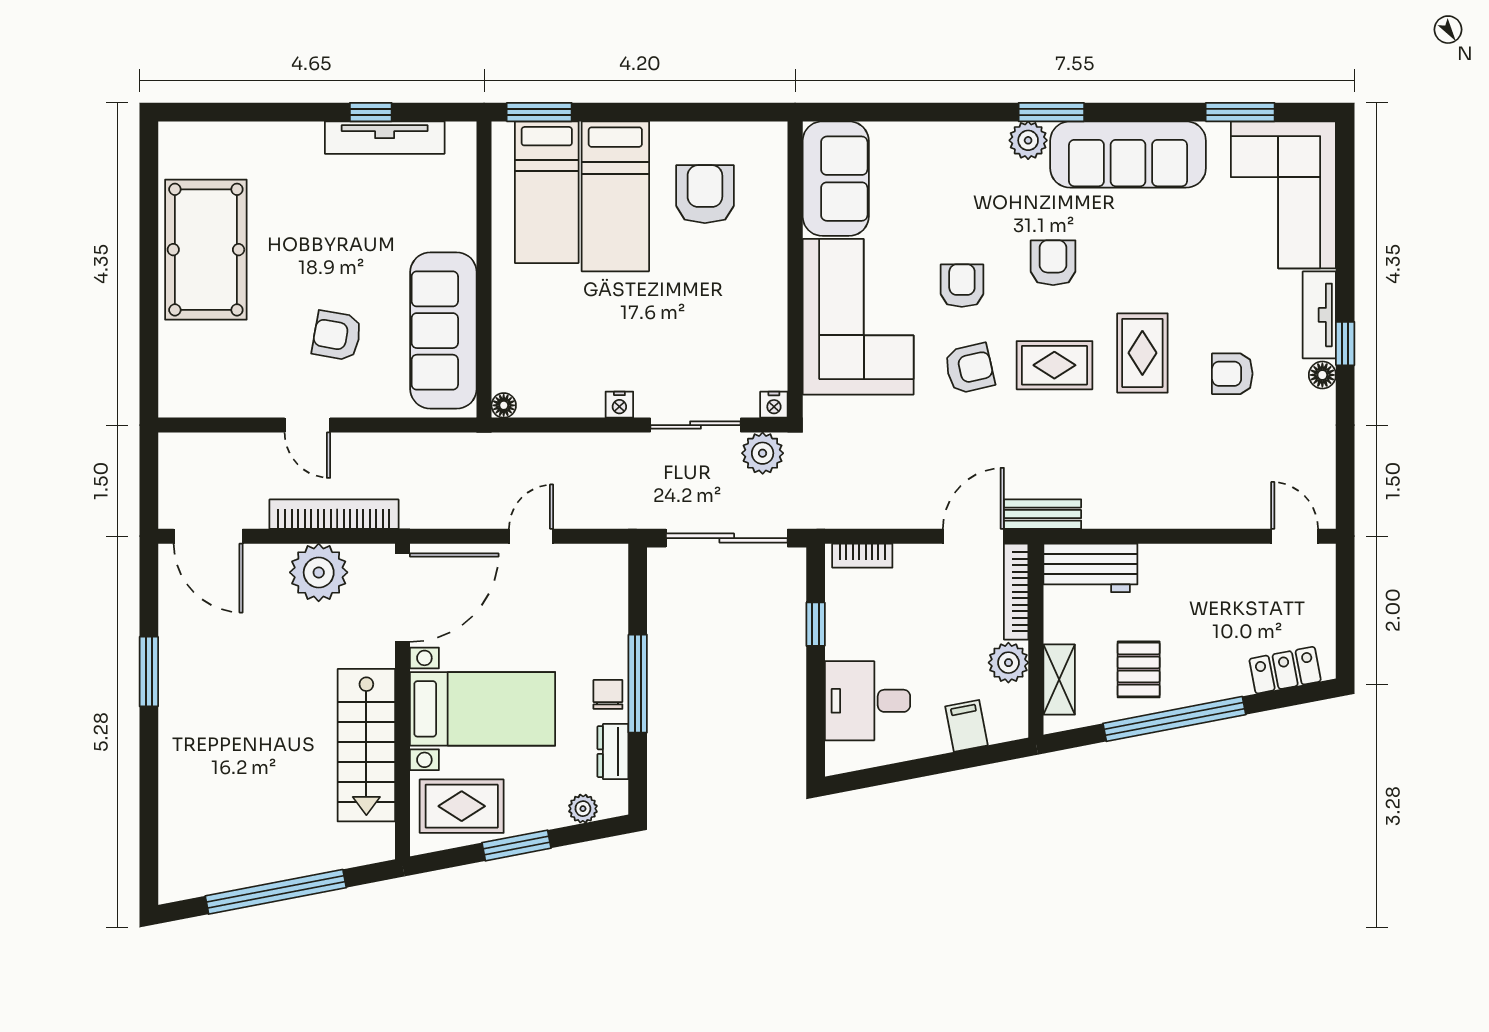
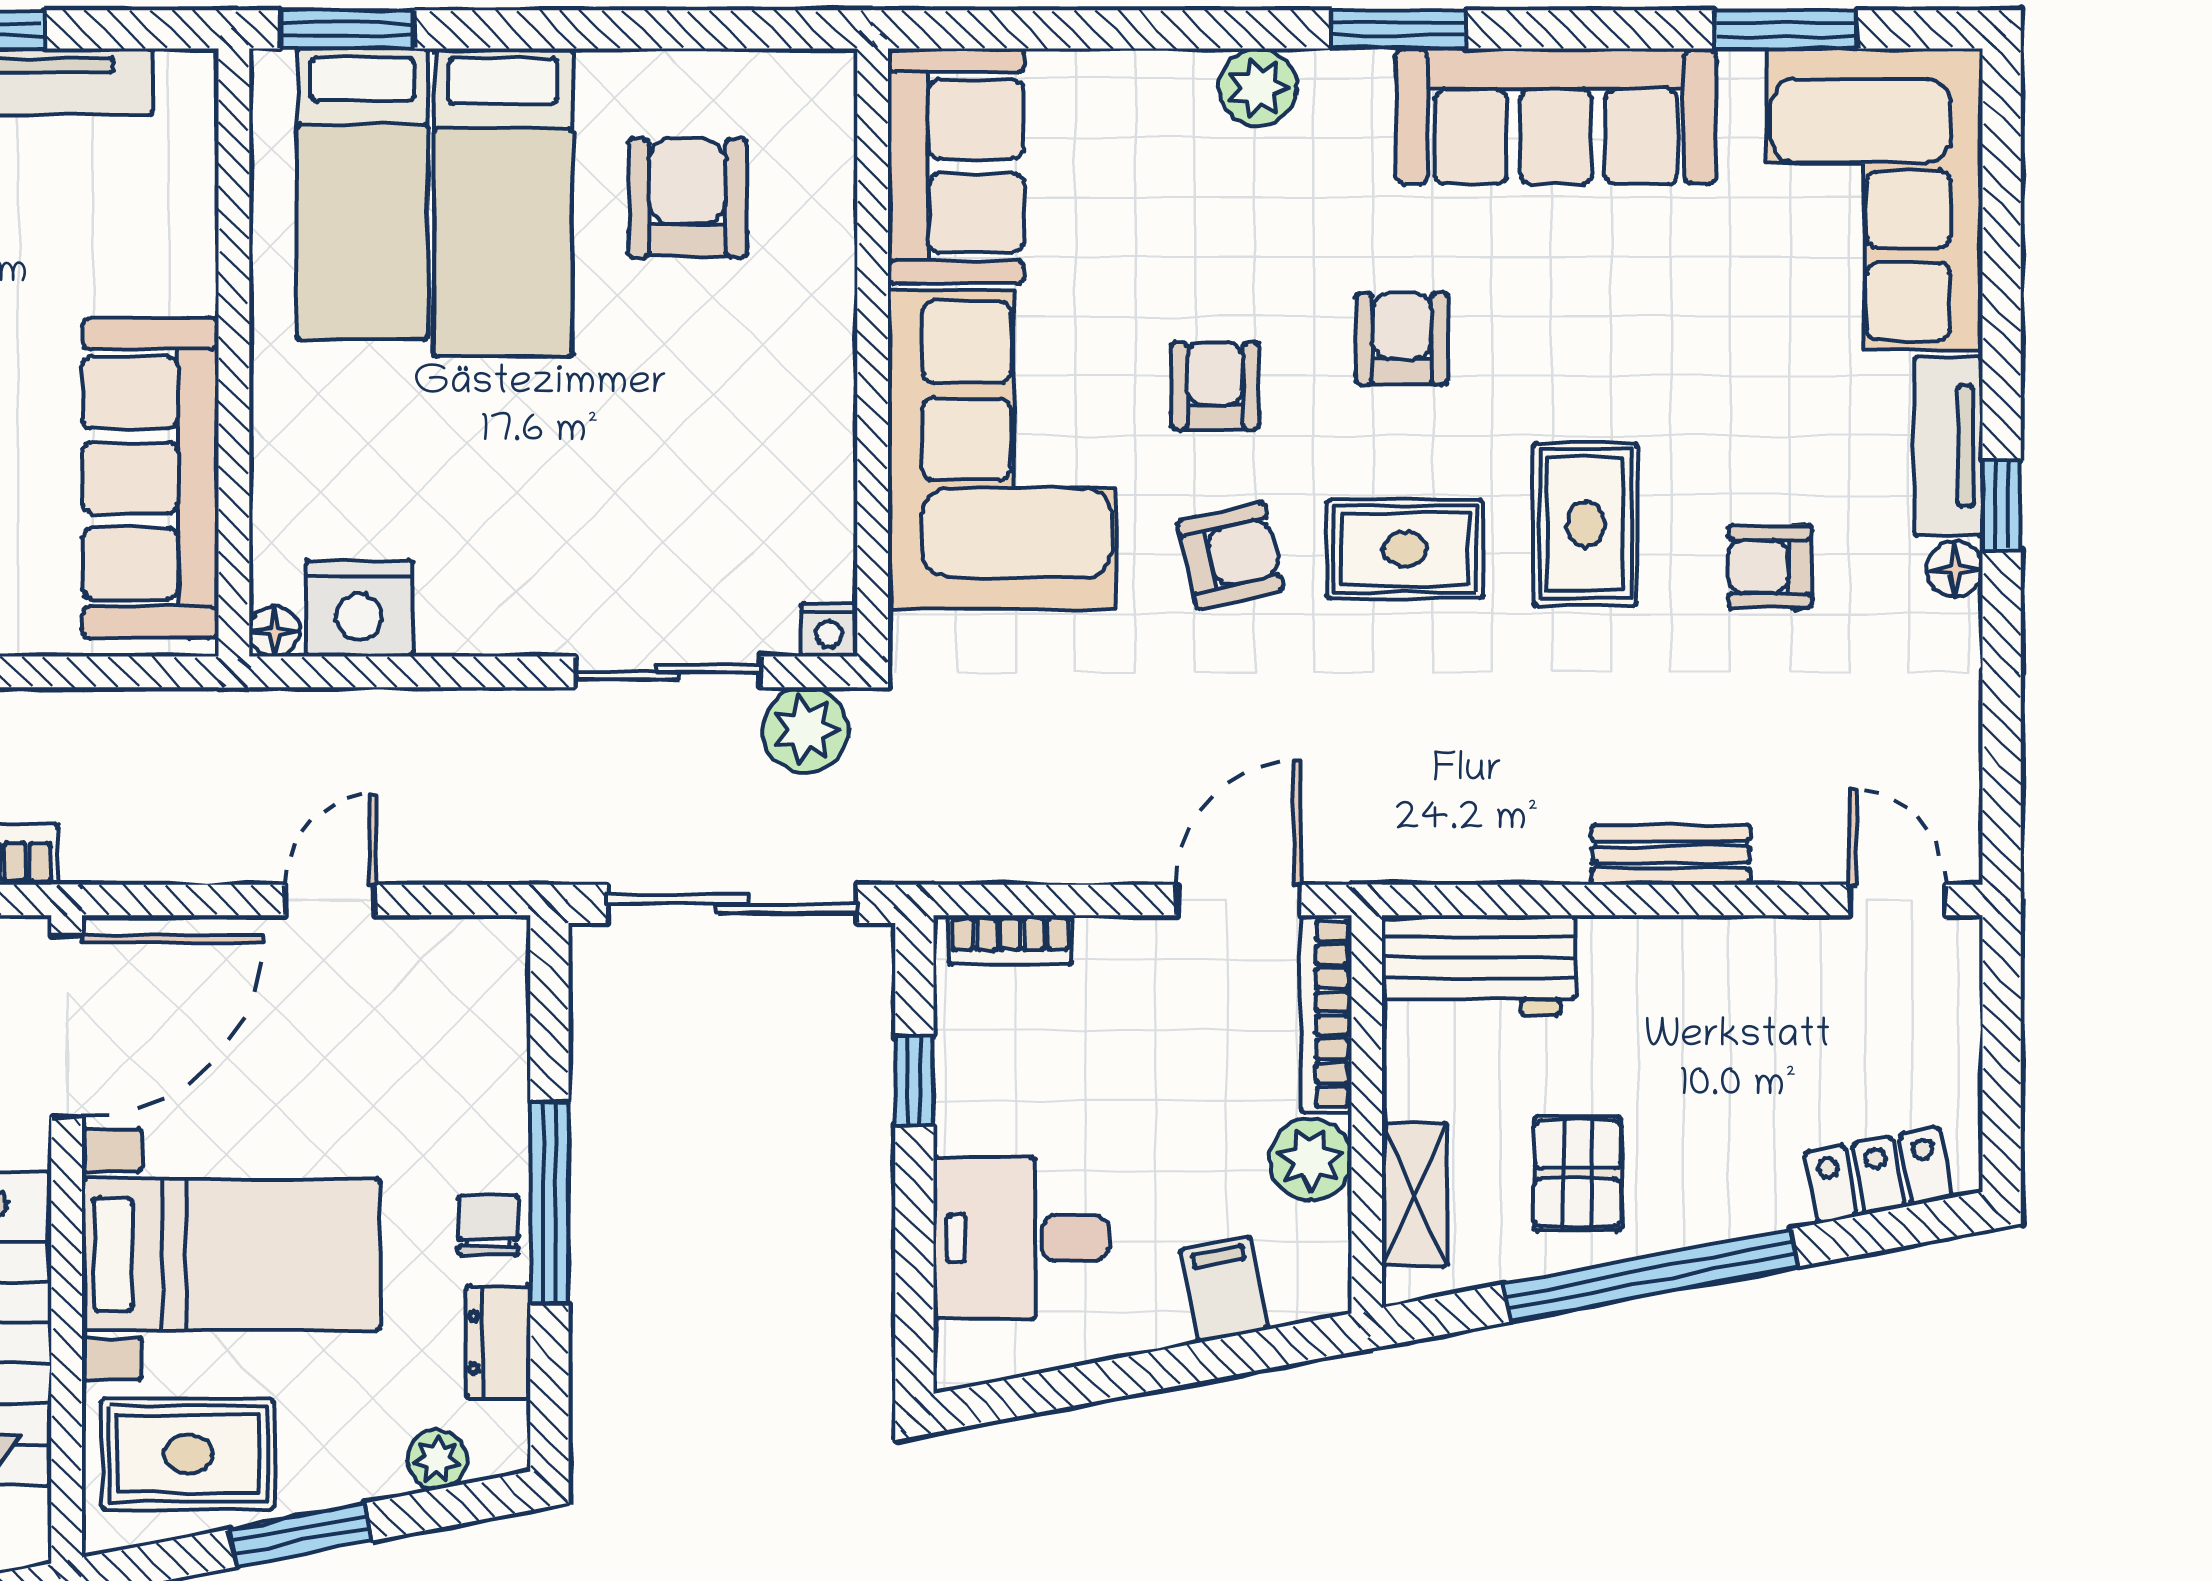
plant: (1028, 140) -> (1258, 87), moved
nightstand: (619, 405) -> (359, 609), moved, width x1.89, depth x1.79
bench: (1043, 514) -> (1671, 855), moved

